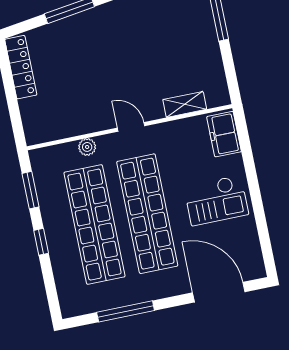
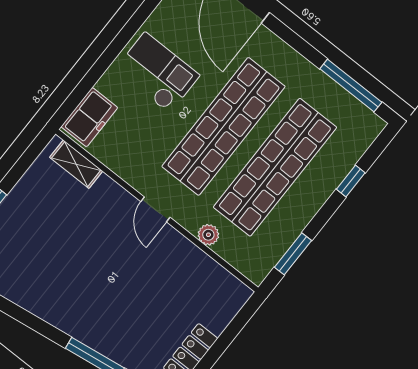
shelving: (185, 104) -> (76, 164), moved
window: (41, 242) -> (351, 181), moved
window: (126, 311) -> (351, 86), moved

